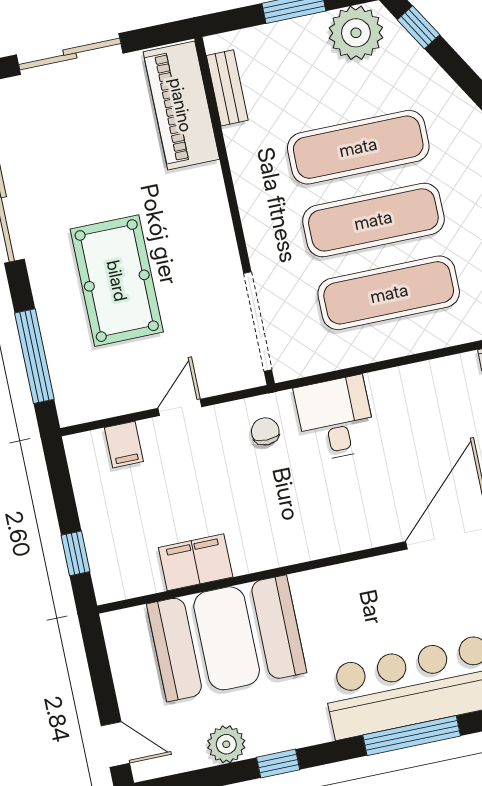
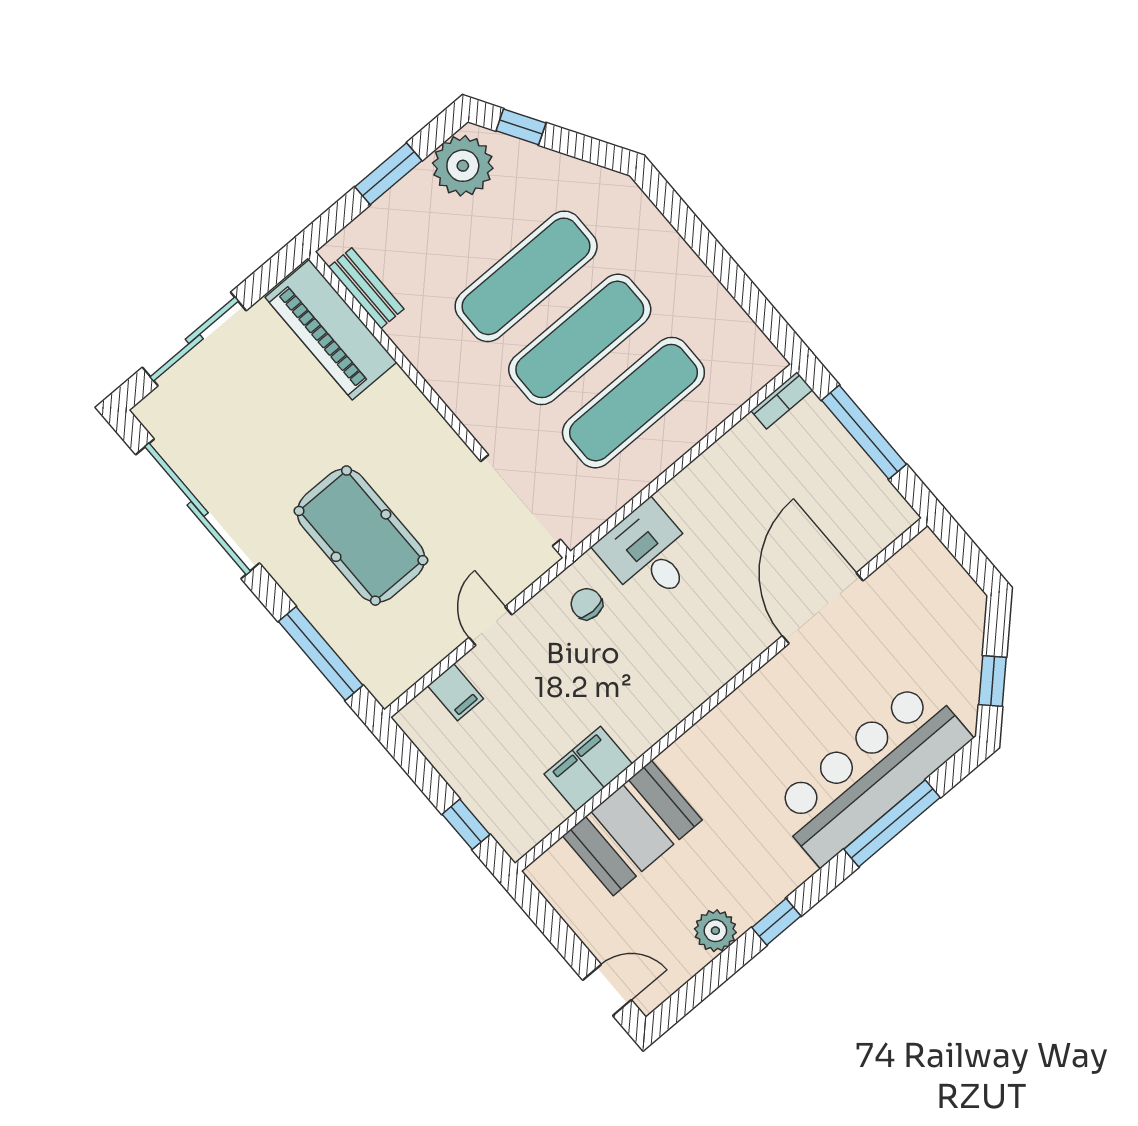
booth: (227, 638) -> (632, 828), width x0.73, depth x0.70

